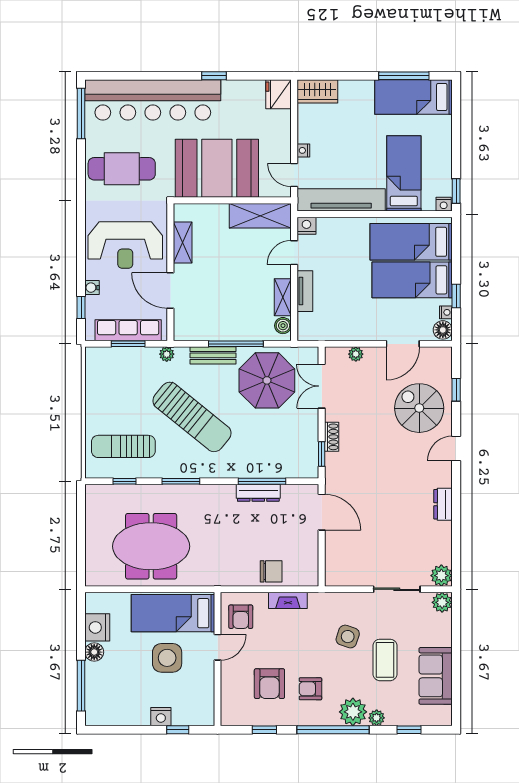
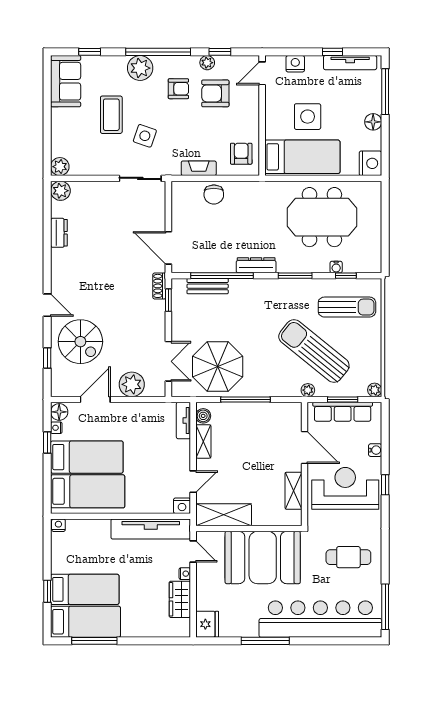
window: (214, 76) -> (265, 641), width x2.17
wardrobe: (317, 91) -> (180, 599), moved, turned -90
cafe table: (122, 169) -> (348, 557), width x0.73, depth x0.74
bed: (404, 173) -> (85, 589), moved, turned -90
window: (456, 191) -> (47, 591), moved
tv unit: (305, 291) -> (183, 421), moved
window: (81, 307) -> (385, 485), moved
plant: (93, 354) -> (375, 390), added
plant: (356, 354) -> (132, 384), width x1.88, depth x1.88
bench: (213, 355) -> (208, 286), moved
sun lounger: (192, 417) -> (314, 351), moved
shoe rack: (332, 437) -> (159, 286), moved
door: (456, 449) -> (47, 305), hinge flipped
window: (262, 481) -> (222, 276), width x1.46
water cooler: (135, 491) -> (336, 267), added
dresser: (258, 493) -> (256, 265), moved
dresser: (443, 504) -> (59, 233), moved
chair: (271, 571) -> (214, 195), turned -90
sliding door: (397, 589) -> (140, 178), moved
nightstand: (97, 627) -> (370, 163), moved
door: (218, 647) -> (262, 73), moved
sofa: (436, 676) -> (66, 81), moved
armchair: (269, 684) -> (215, 93), turned -90
nightstand: (161, 717) -> (295, 64), moved
tv unit: (120, 718) -> (350, 63), added
plant: (377, 718) -> (207, 63), moved
window: (178, 730) -> (333, 52), moved

